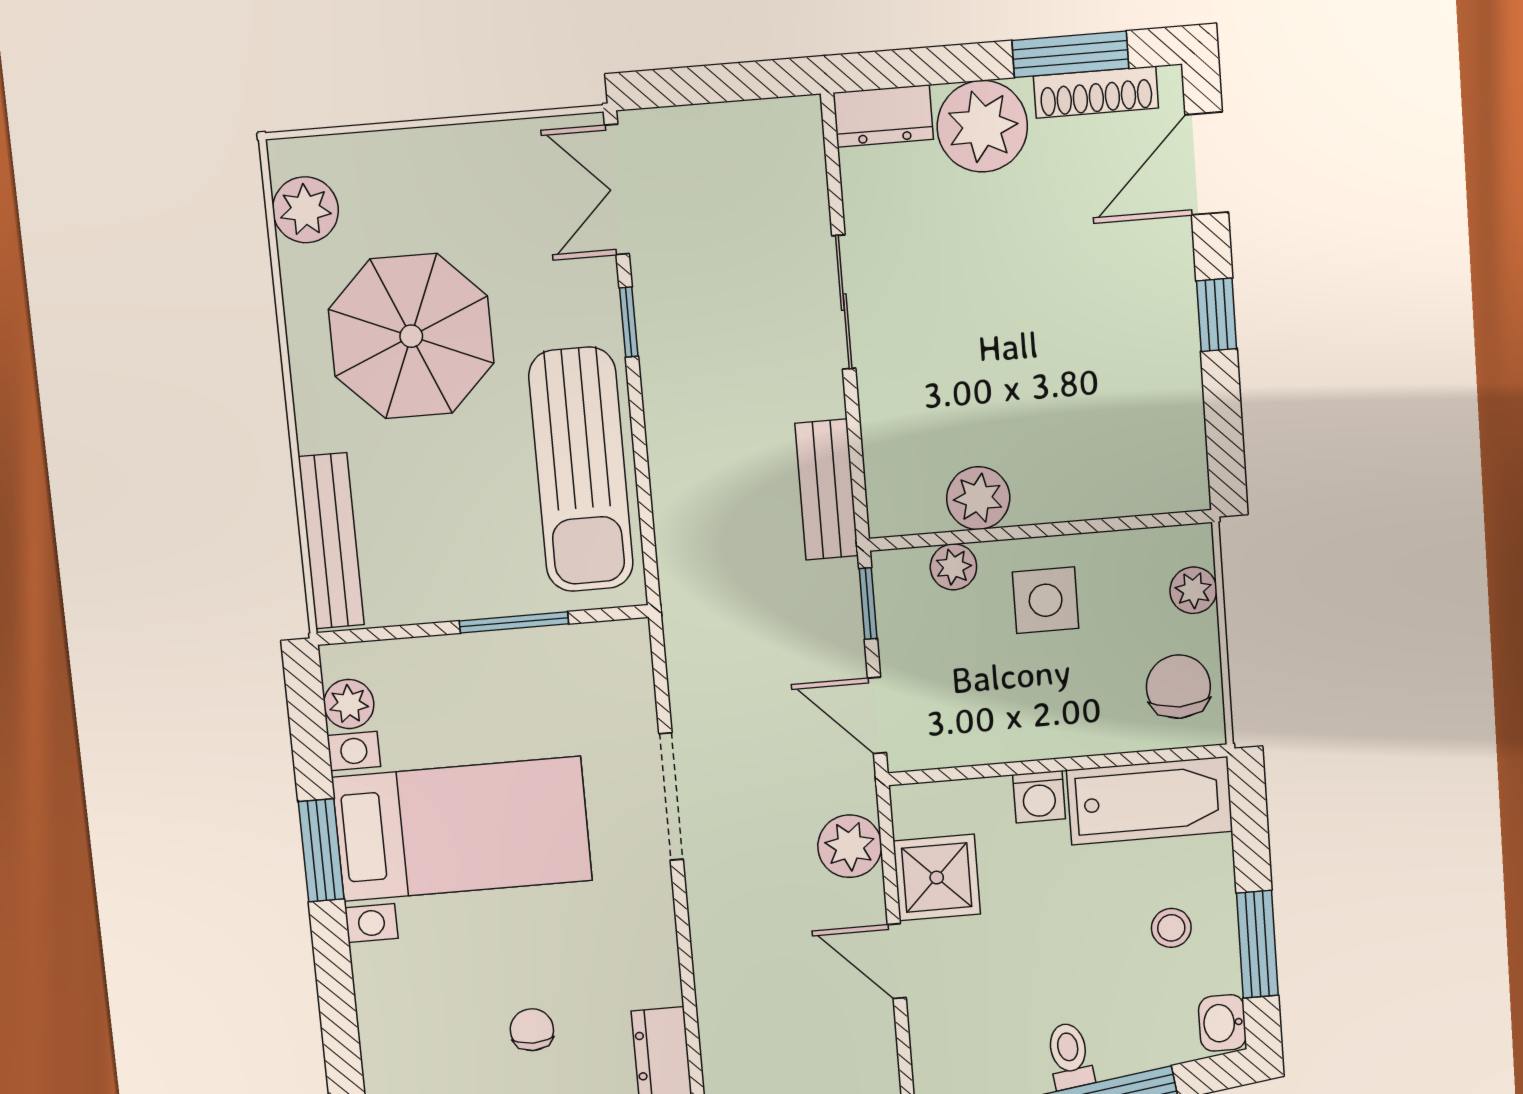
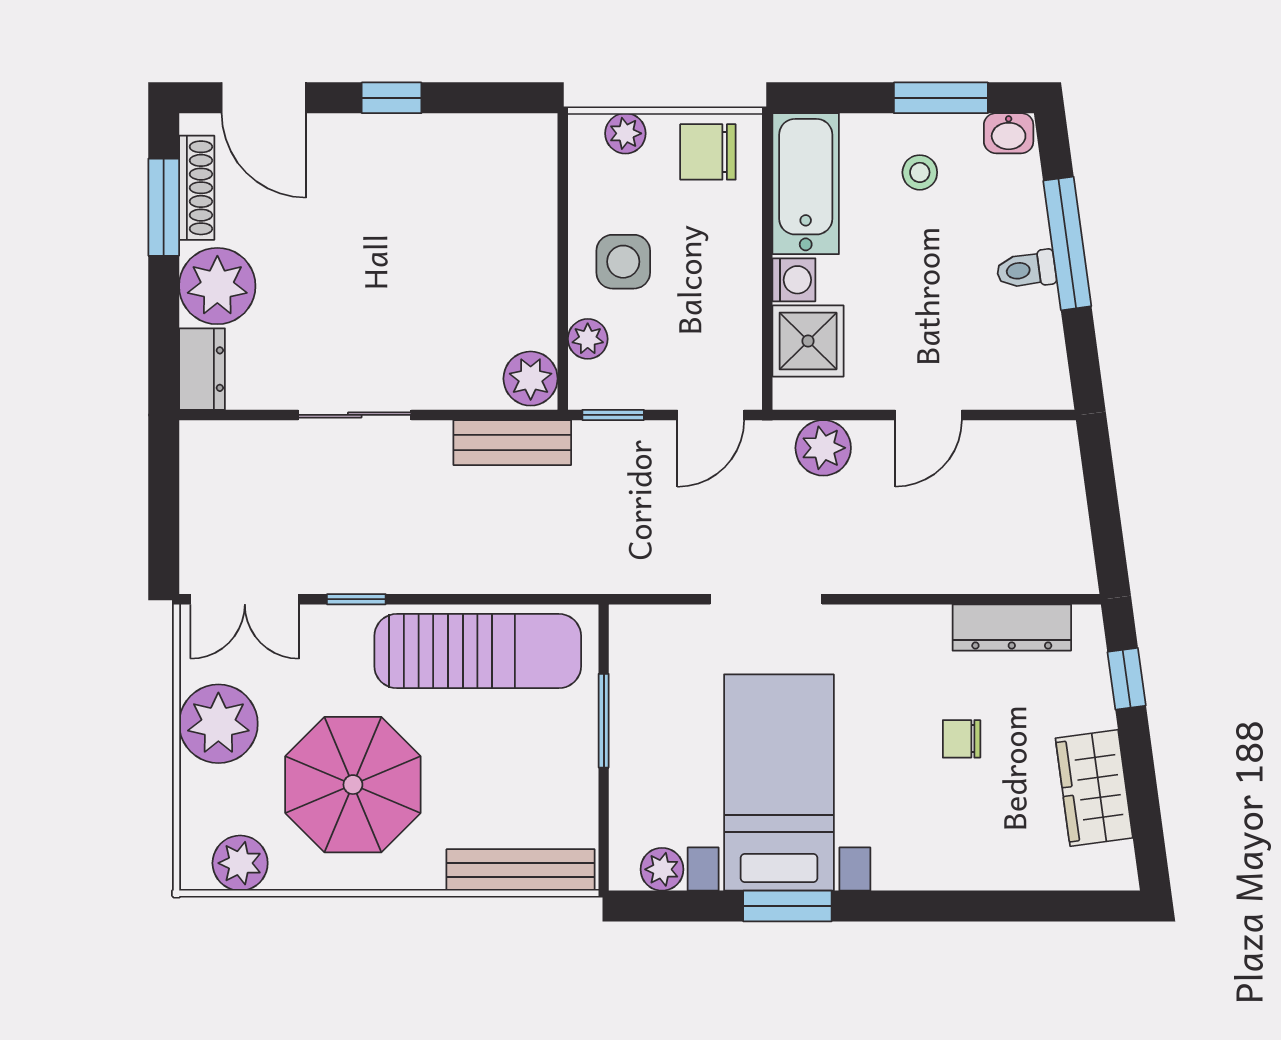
plant: (467, 170) -> (218, 724), added
plant: (978, 498) -> (531, 379), moved
shower: (937, 878) -> (808, 341), moved

